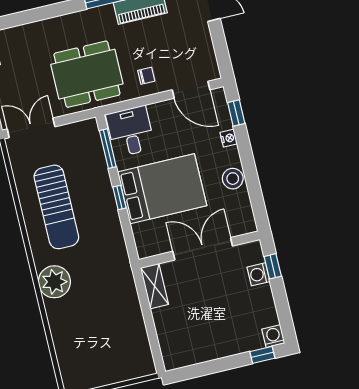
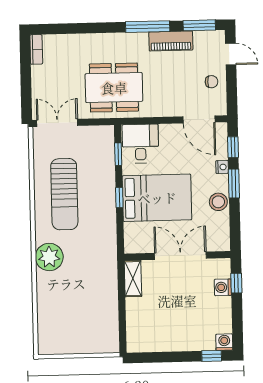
chair: (146, 76) -> (212, 82), moved
window: (108, 149) -> (118, 154), width x0.67
window: (246, 154) -> (234, 184), added

